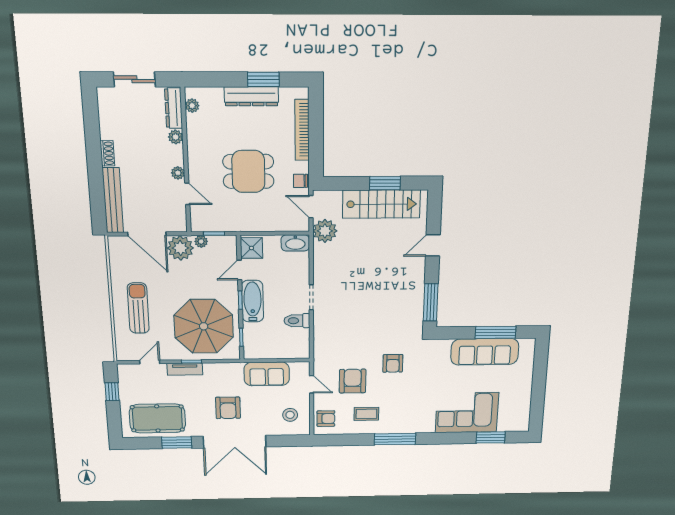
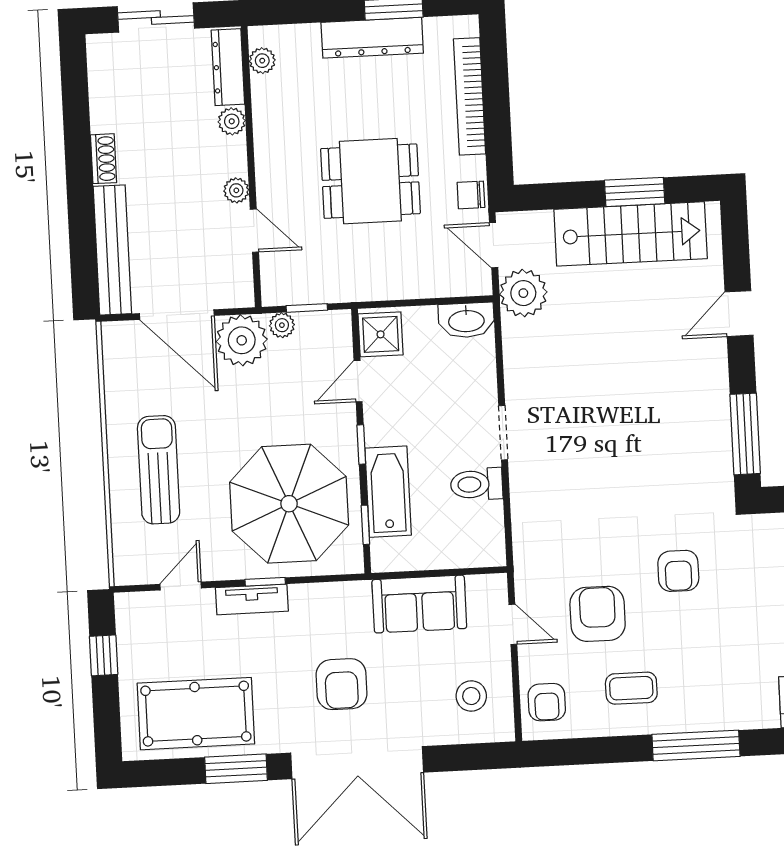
bathtub: (252, 301) -> (388, 492), moved
armchair: (326, 419) -> (547, 702), turned 90

